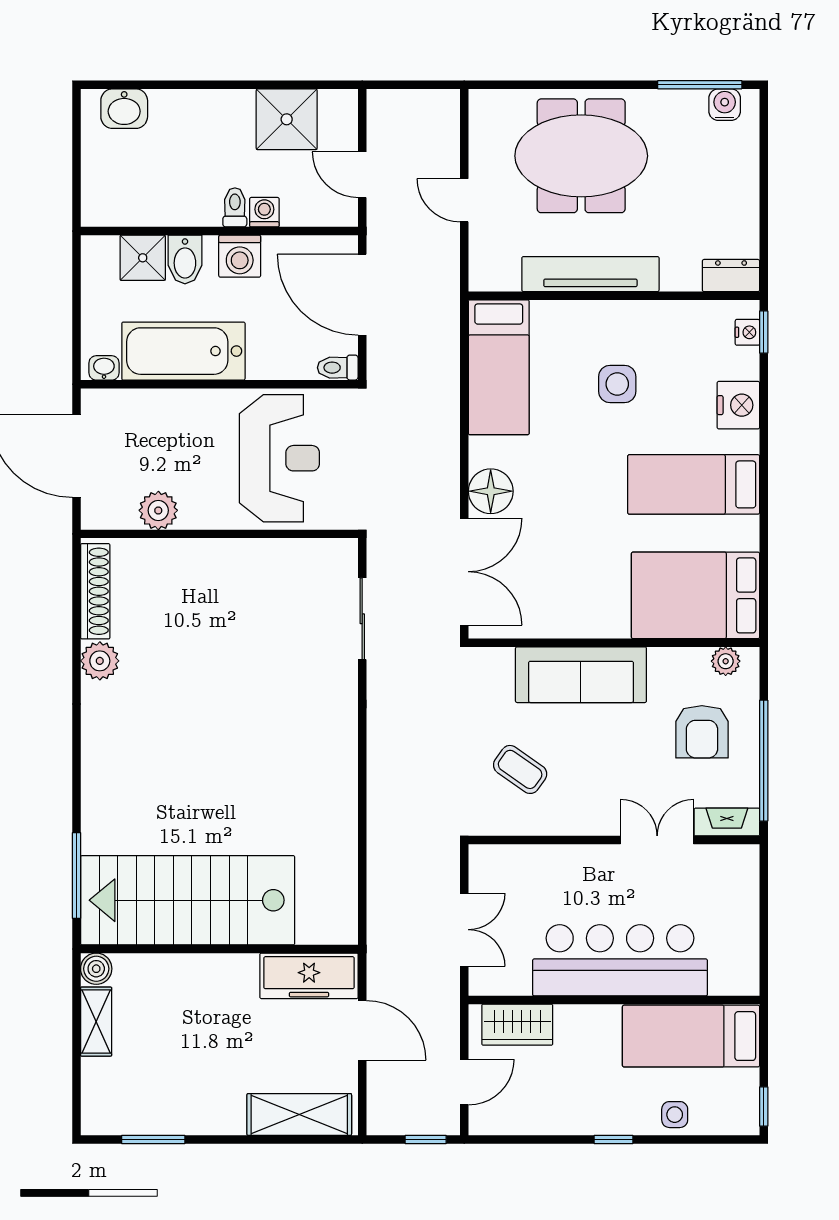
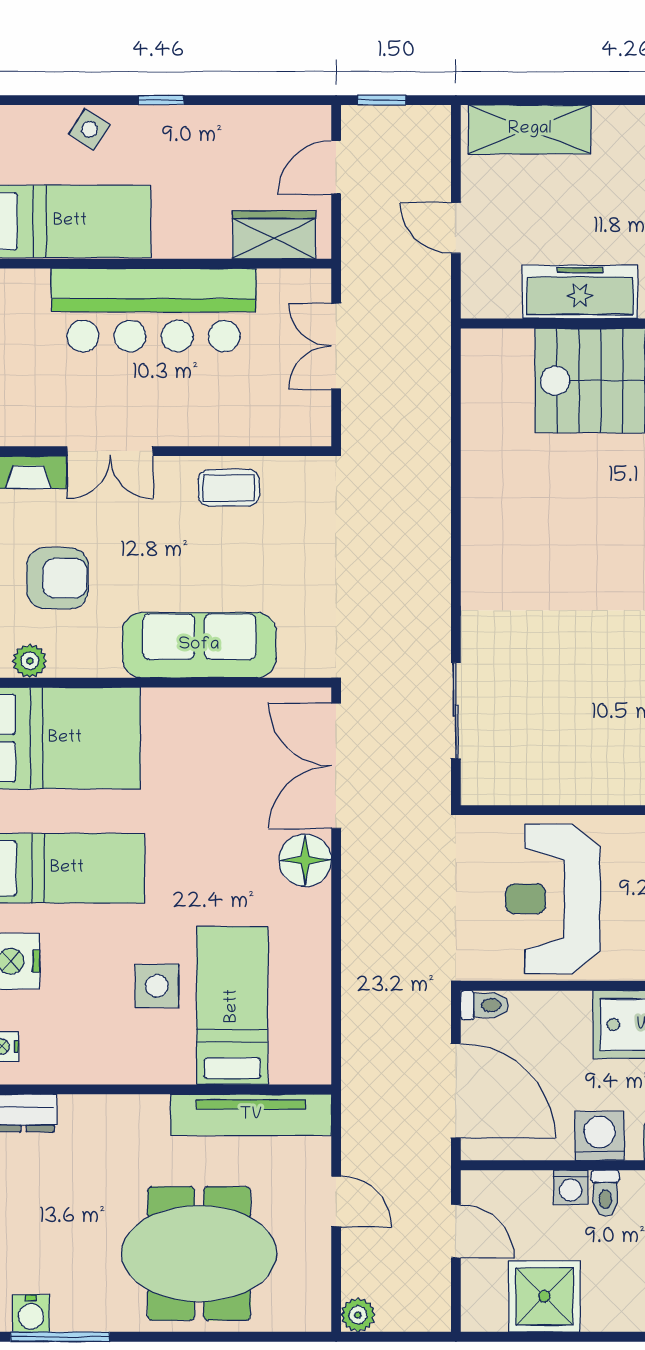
plant: (446, 103) -> (358, 1315), added
tv unit: (590, 274) -> (251, 1115), moved
bed: (499, 367) -> (232, 1006), moved
armchair: (702, 732) -> (57, 578), turned 90
coffee table: (520, 769) -> (229, 488), moved, turned -35
freezer: (309, 976) -> (580, 292), moved
door: (362, 1030) -> (456, 228), width x0.73
side table: (675, 1115) -> (89, 129), turned 33

